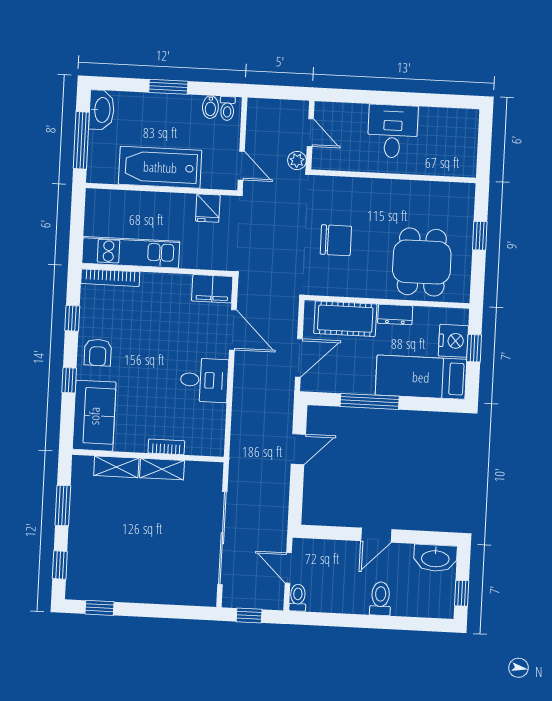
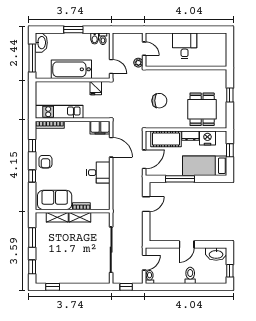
nightstand: (453, 341) -> (207, 138), moved, turned -90
sofa: (94, 416) -> (55, 200), moved, turned -90
door: (288, 568) -> (144, 263), swing flipped

